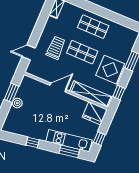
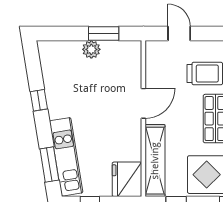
door: (58, 87) -> (143, 103), hinge flipped

